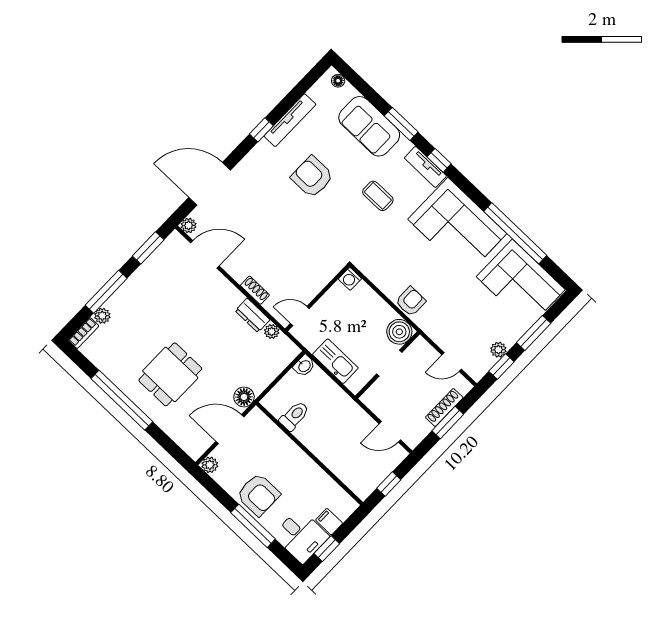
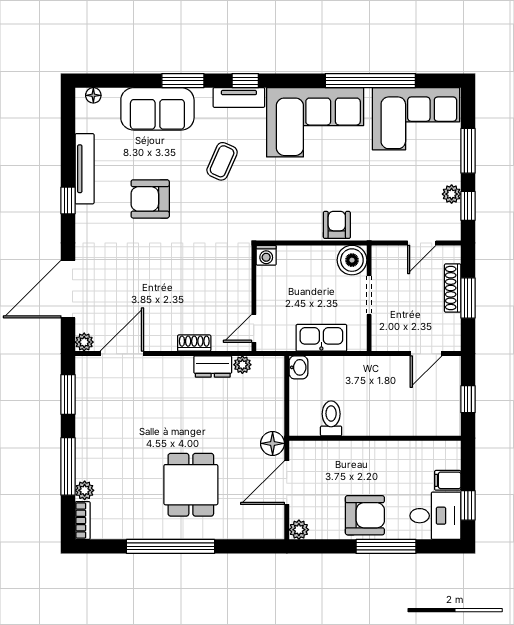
coffee table: (378, 196) -> (222, 161), turned -66

